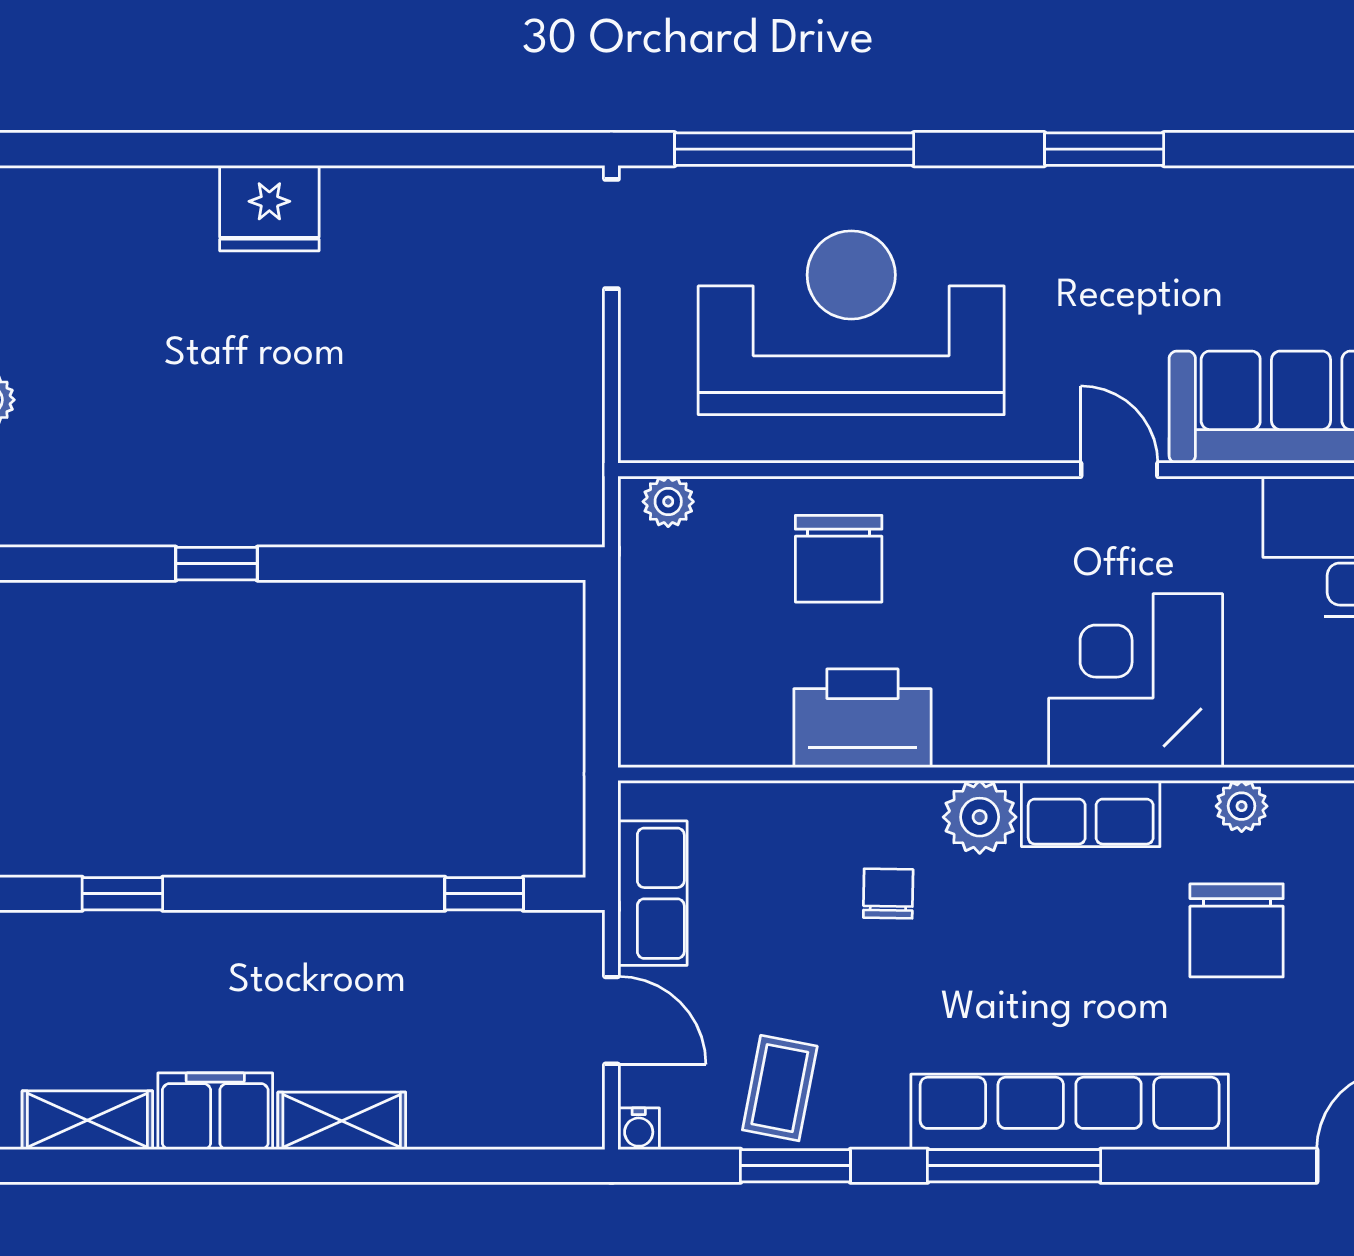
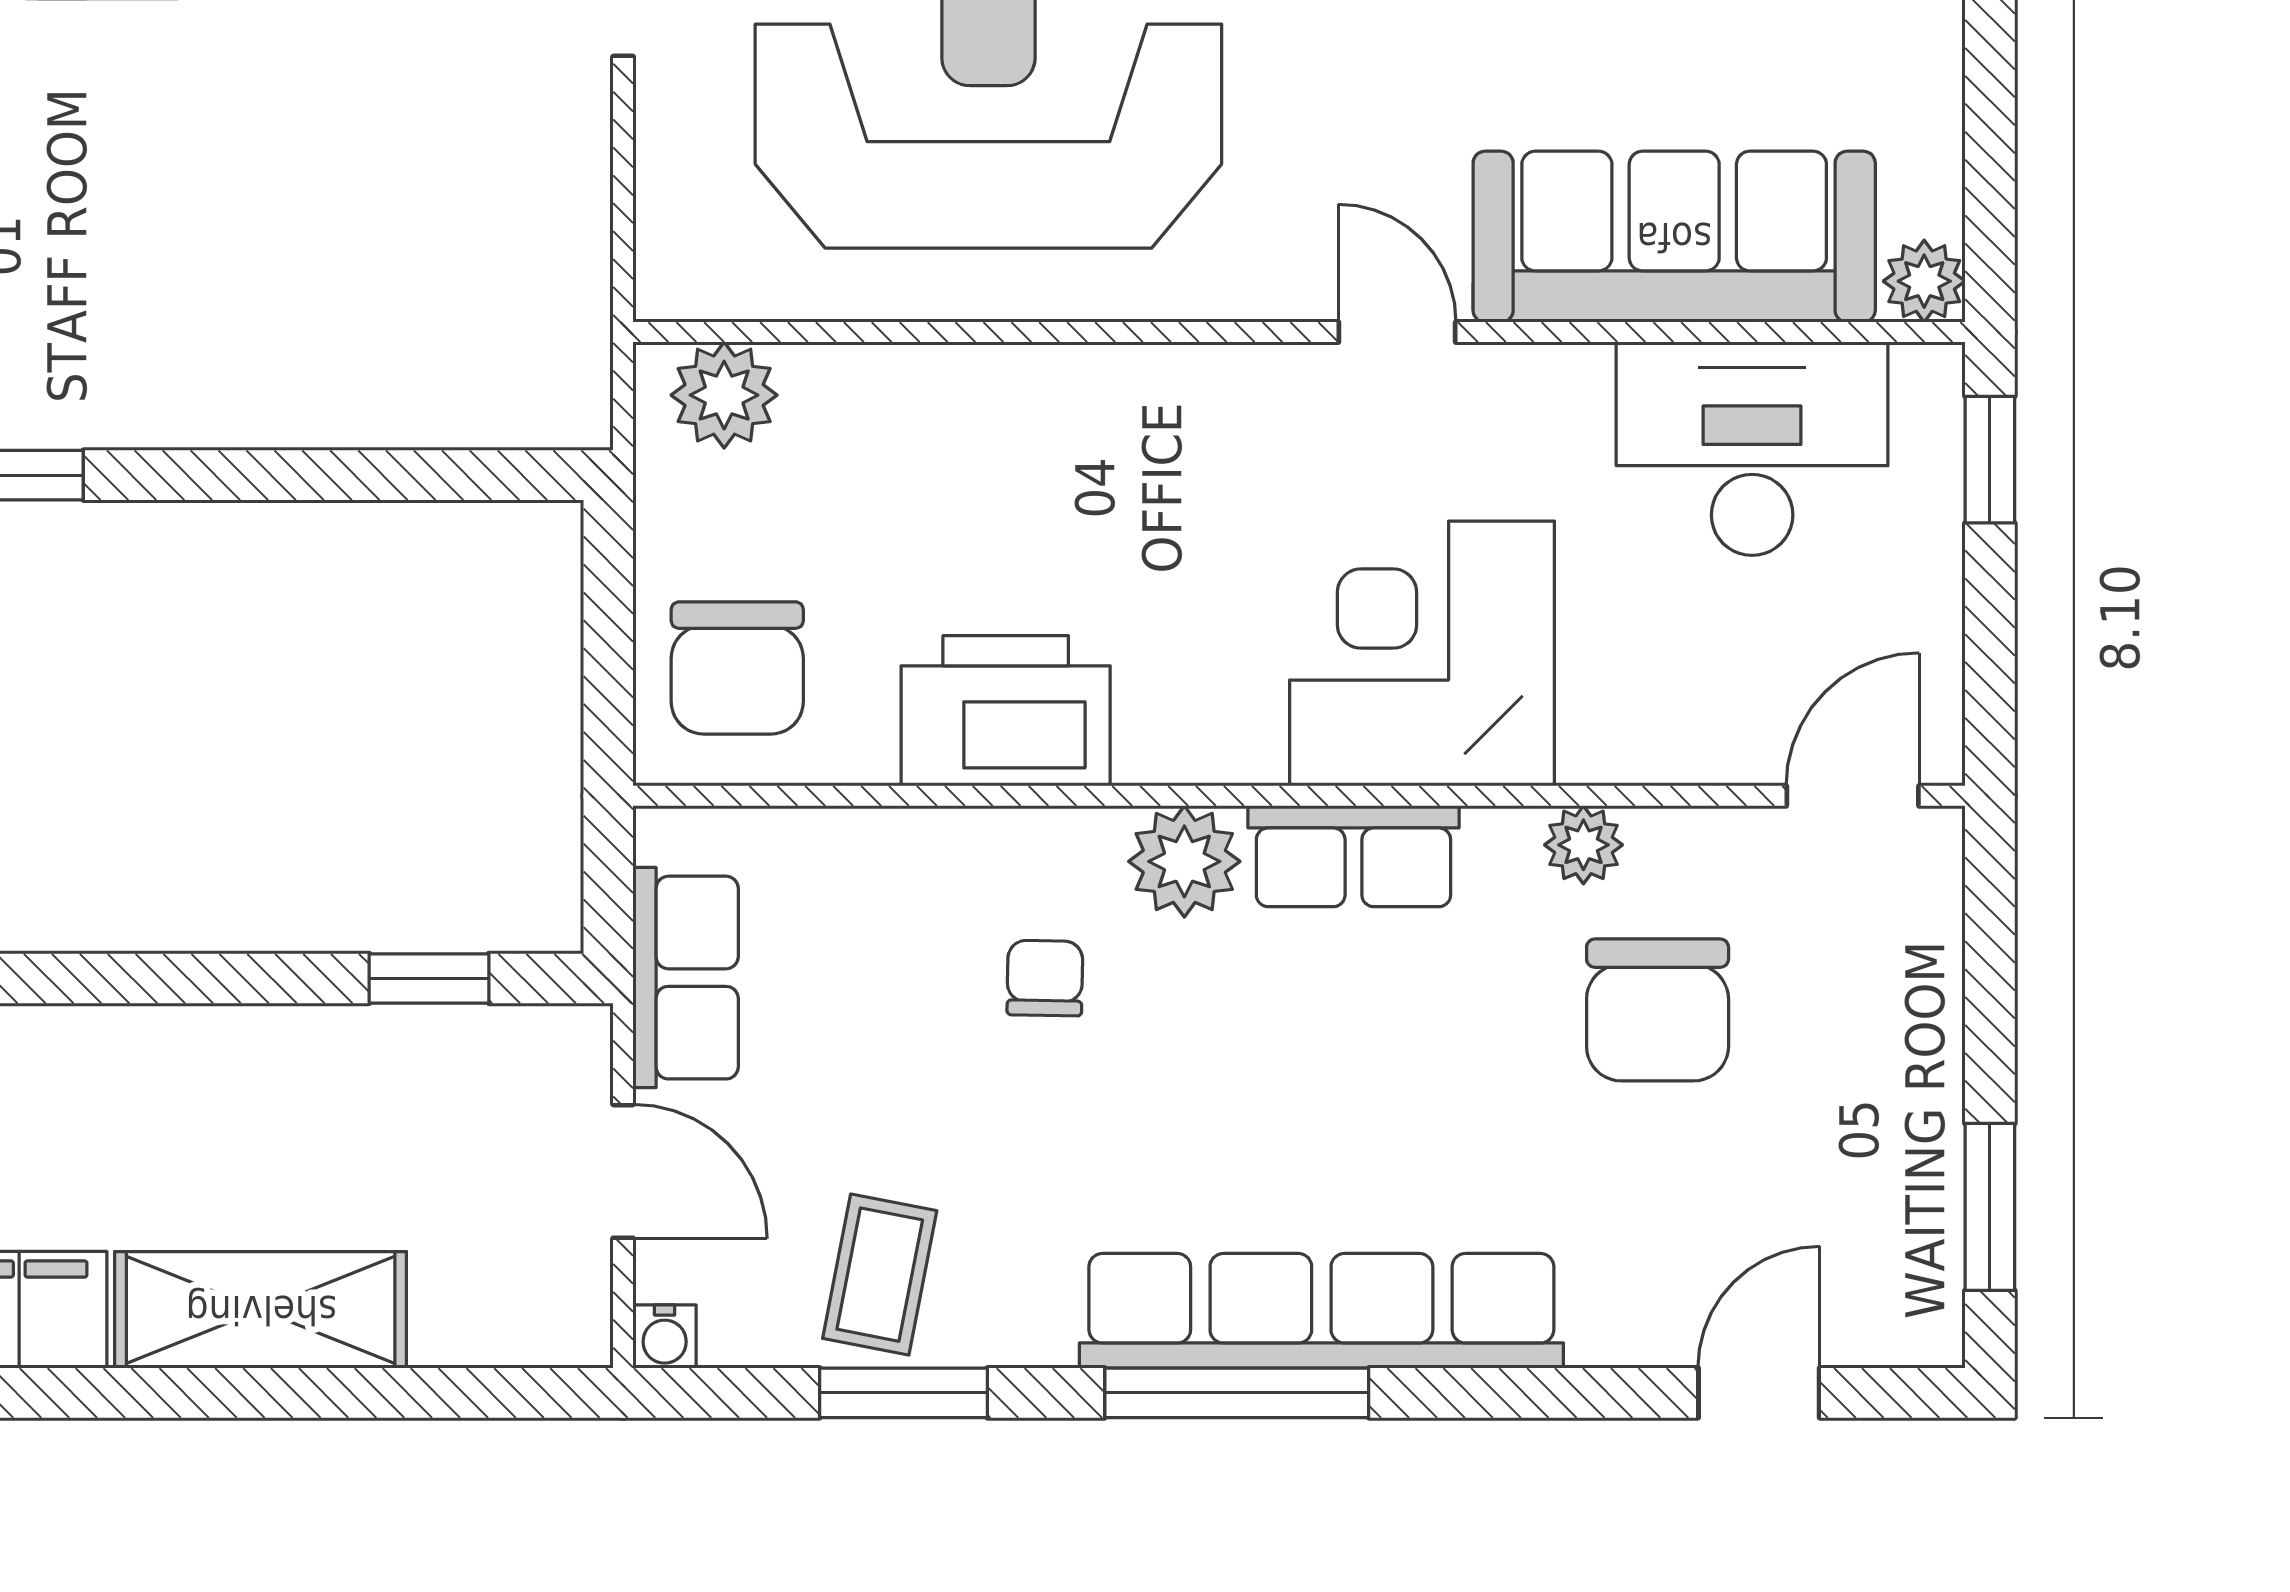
plant: (668, 502) -> (724, 395), width x1.38, depth x1.38
chair: (839, 559) -> (737, 668), moved
chair: (1237, 930) -> (1658, 1010), moved
shelving: (342, 1121) -> (261, 1310), width x1.50, depth x1.33

